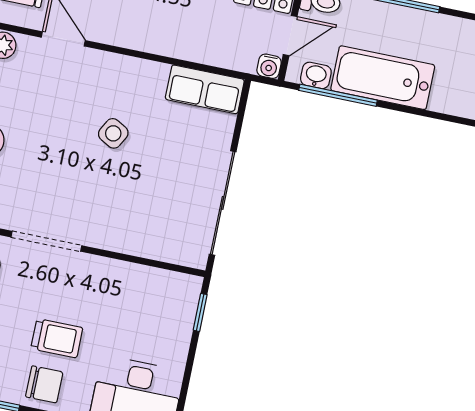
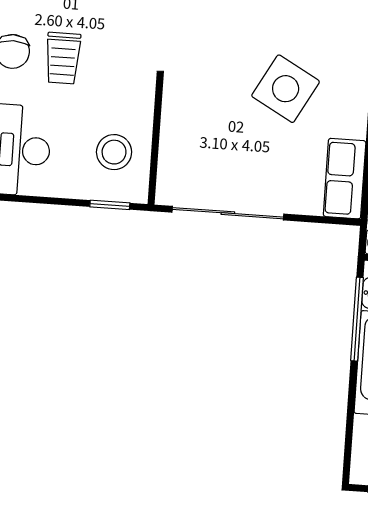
side table: (113, 133) -> (286, 89), width x1.87, depth x1.87
stool: (151, 302) -> (114, 152), added

